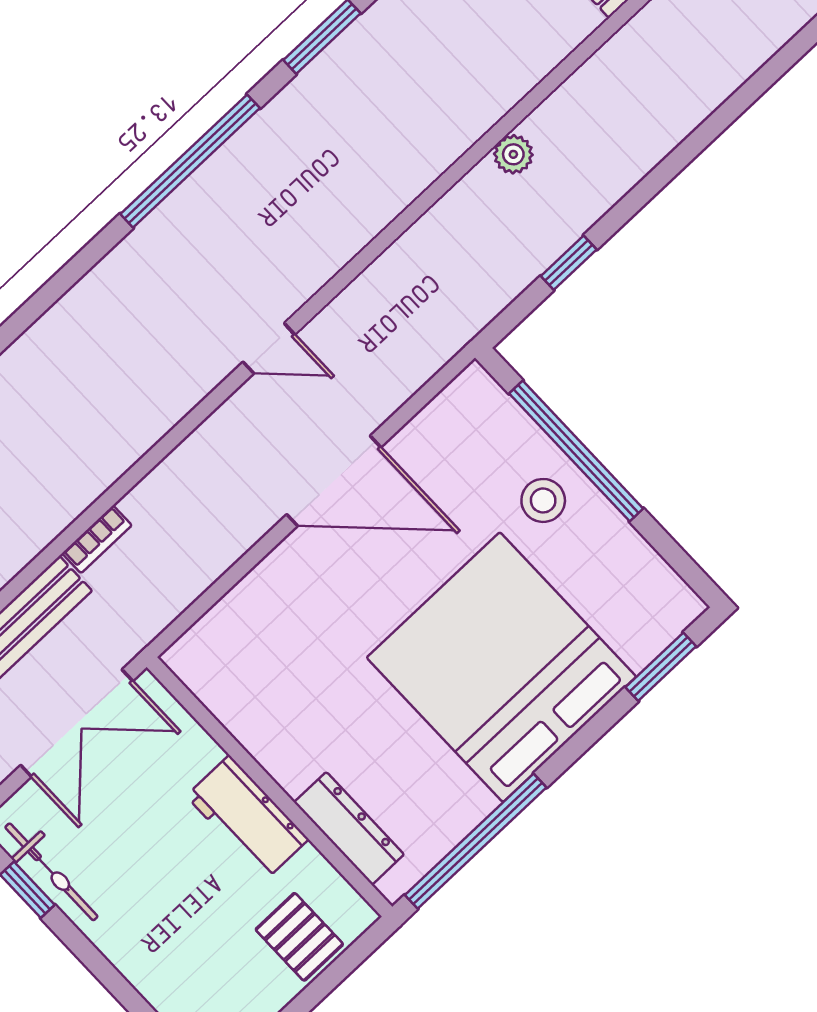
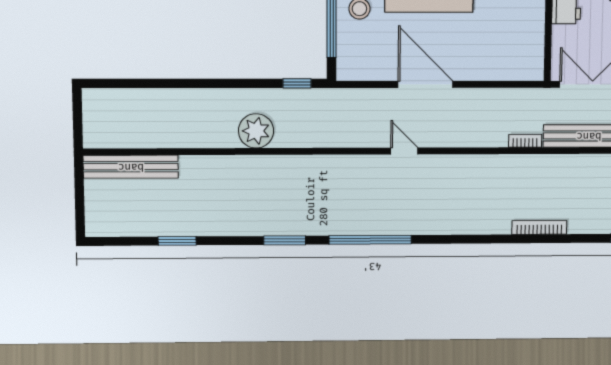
plant: (513, 154) -> (256, 131), width x1.87, depth x1.87
window: (569, 263) -> (297, 83), moved

